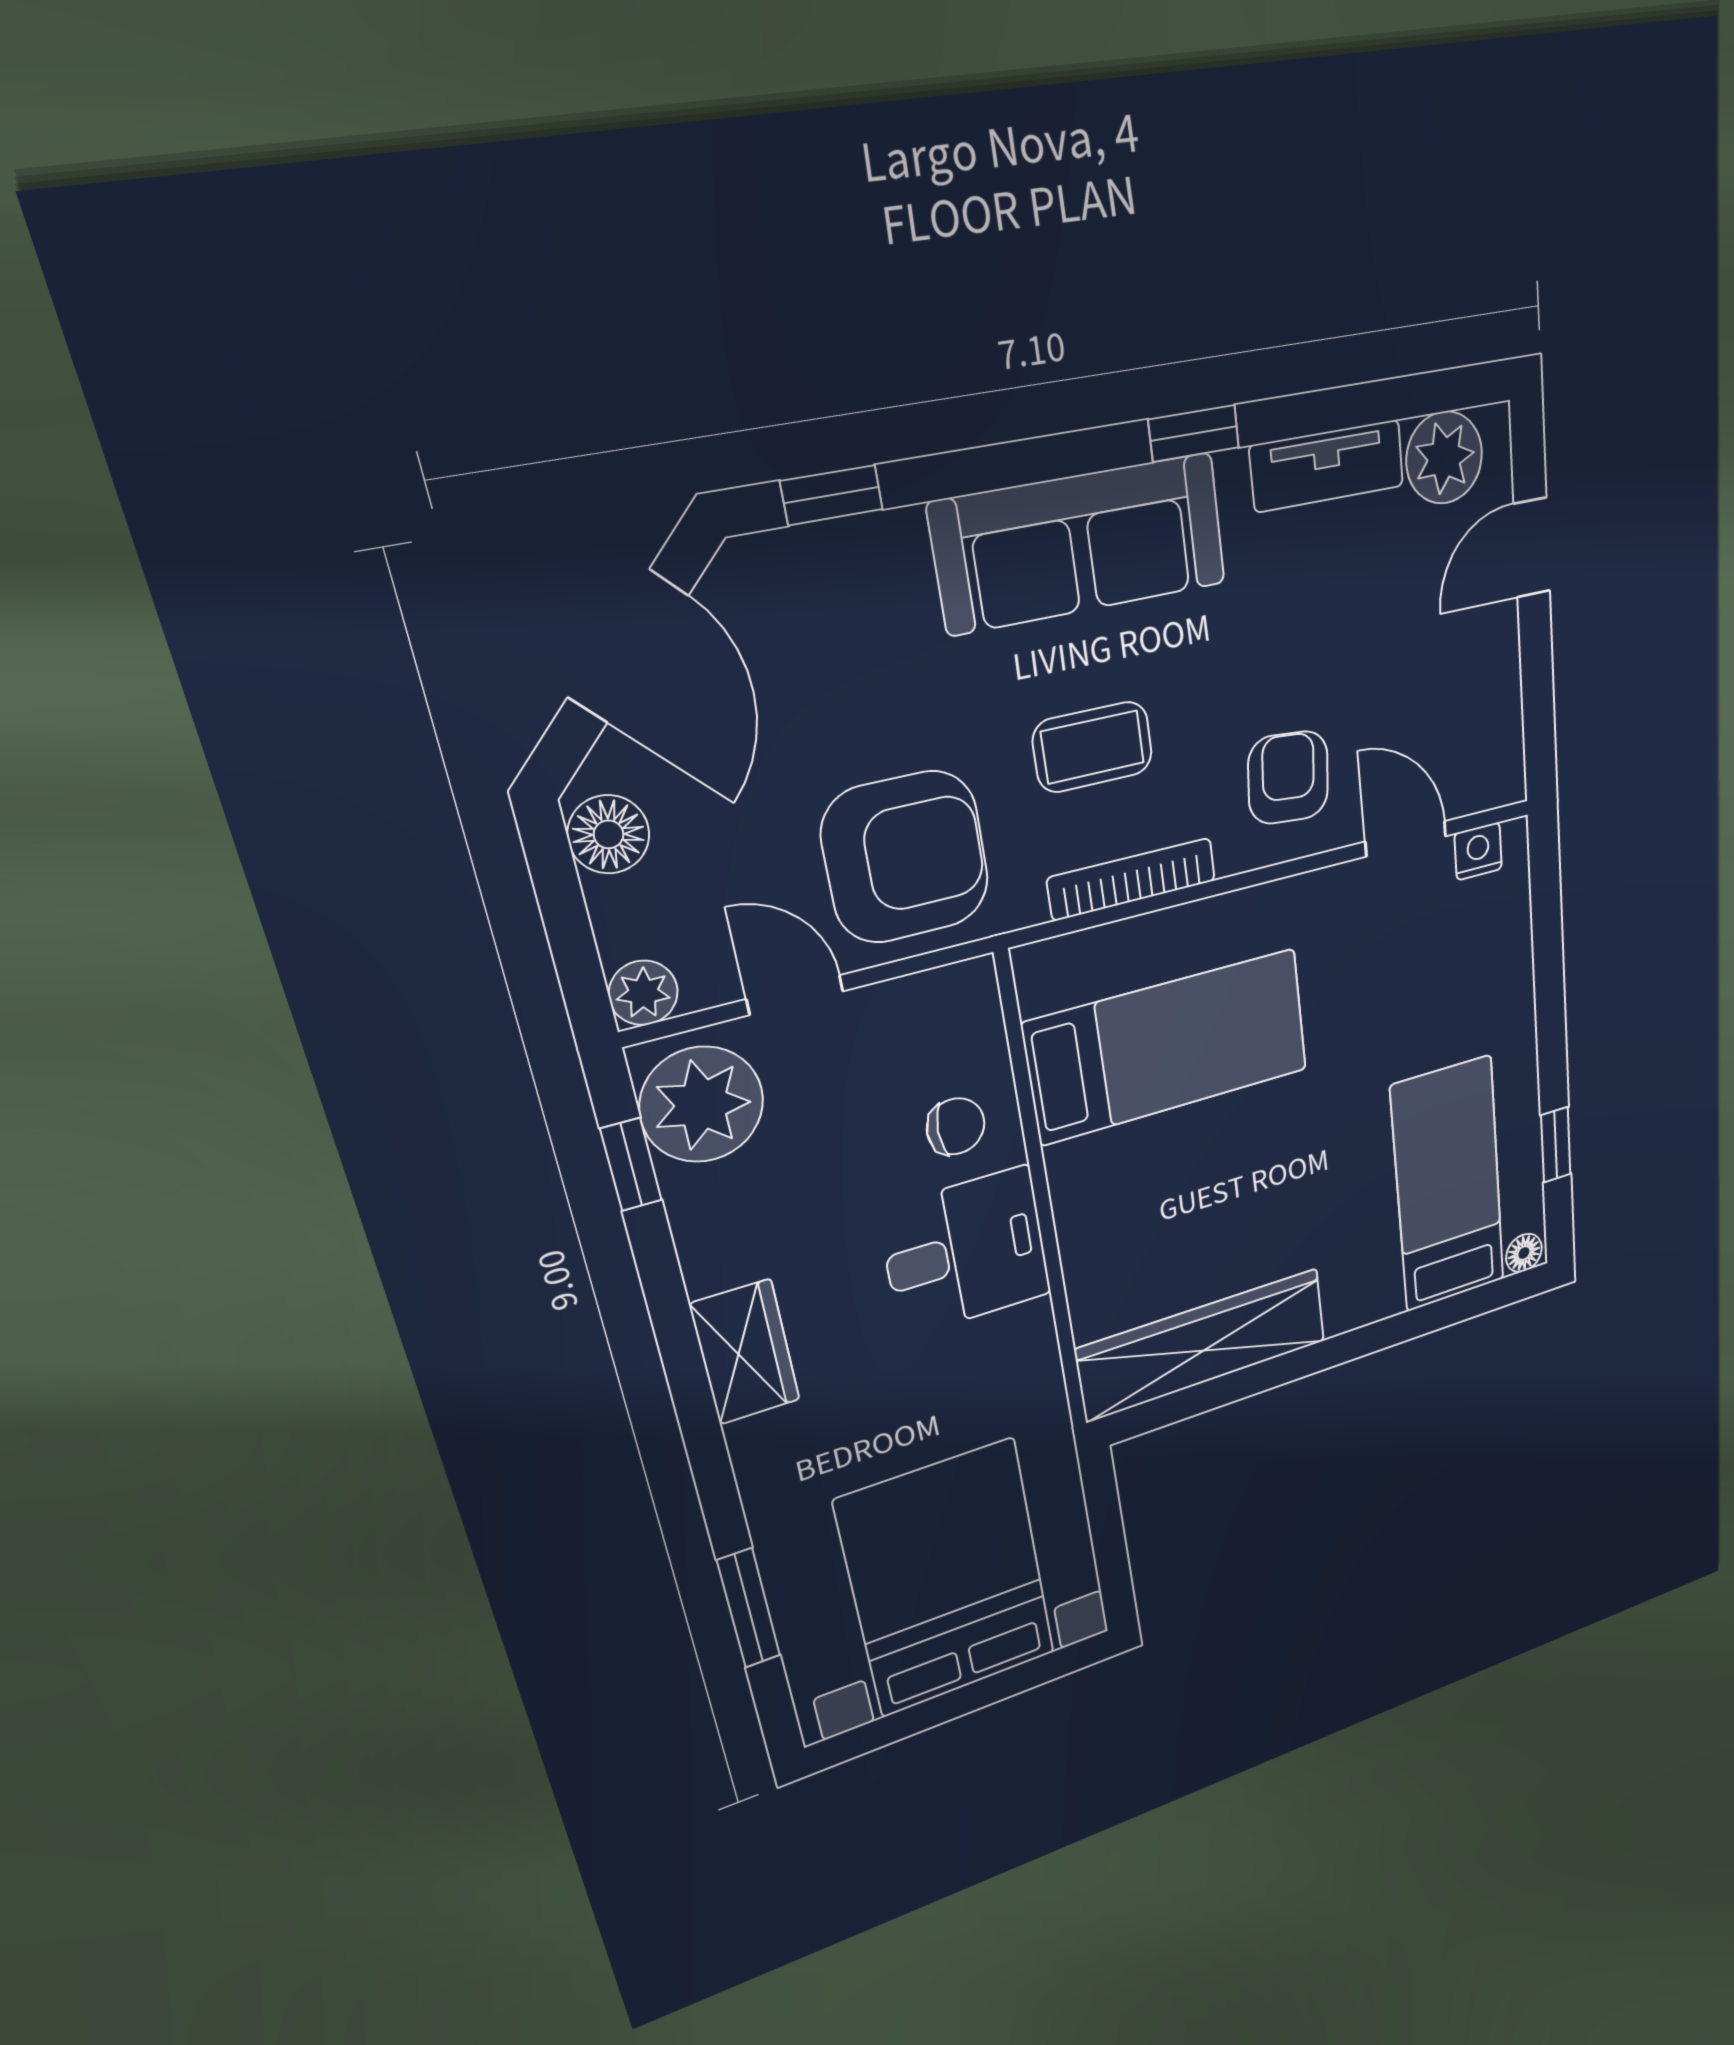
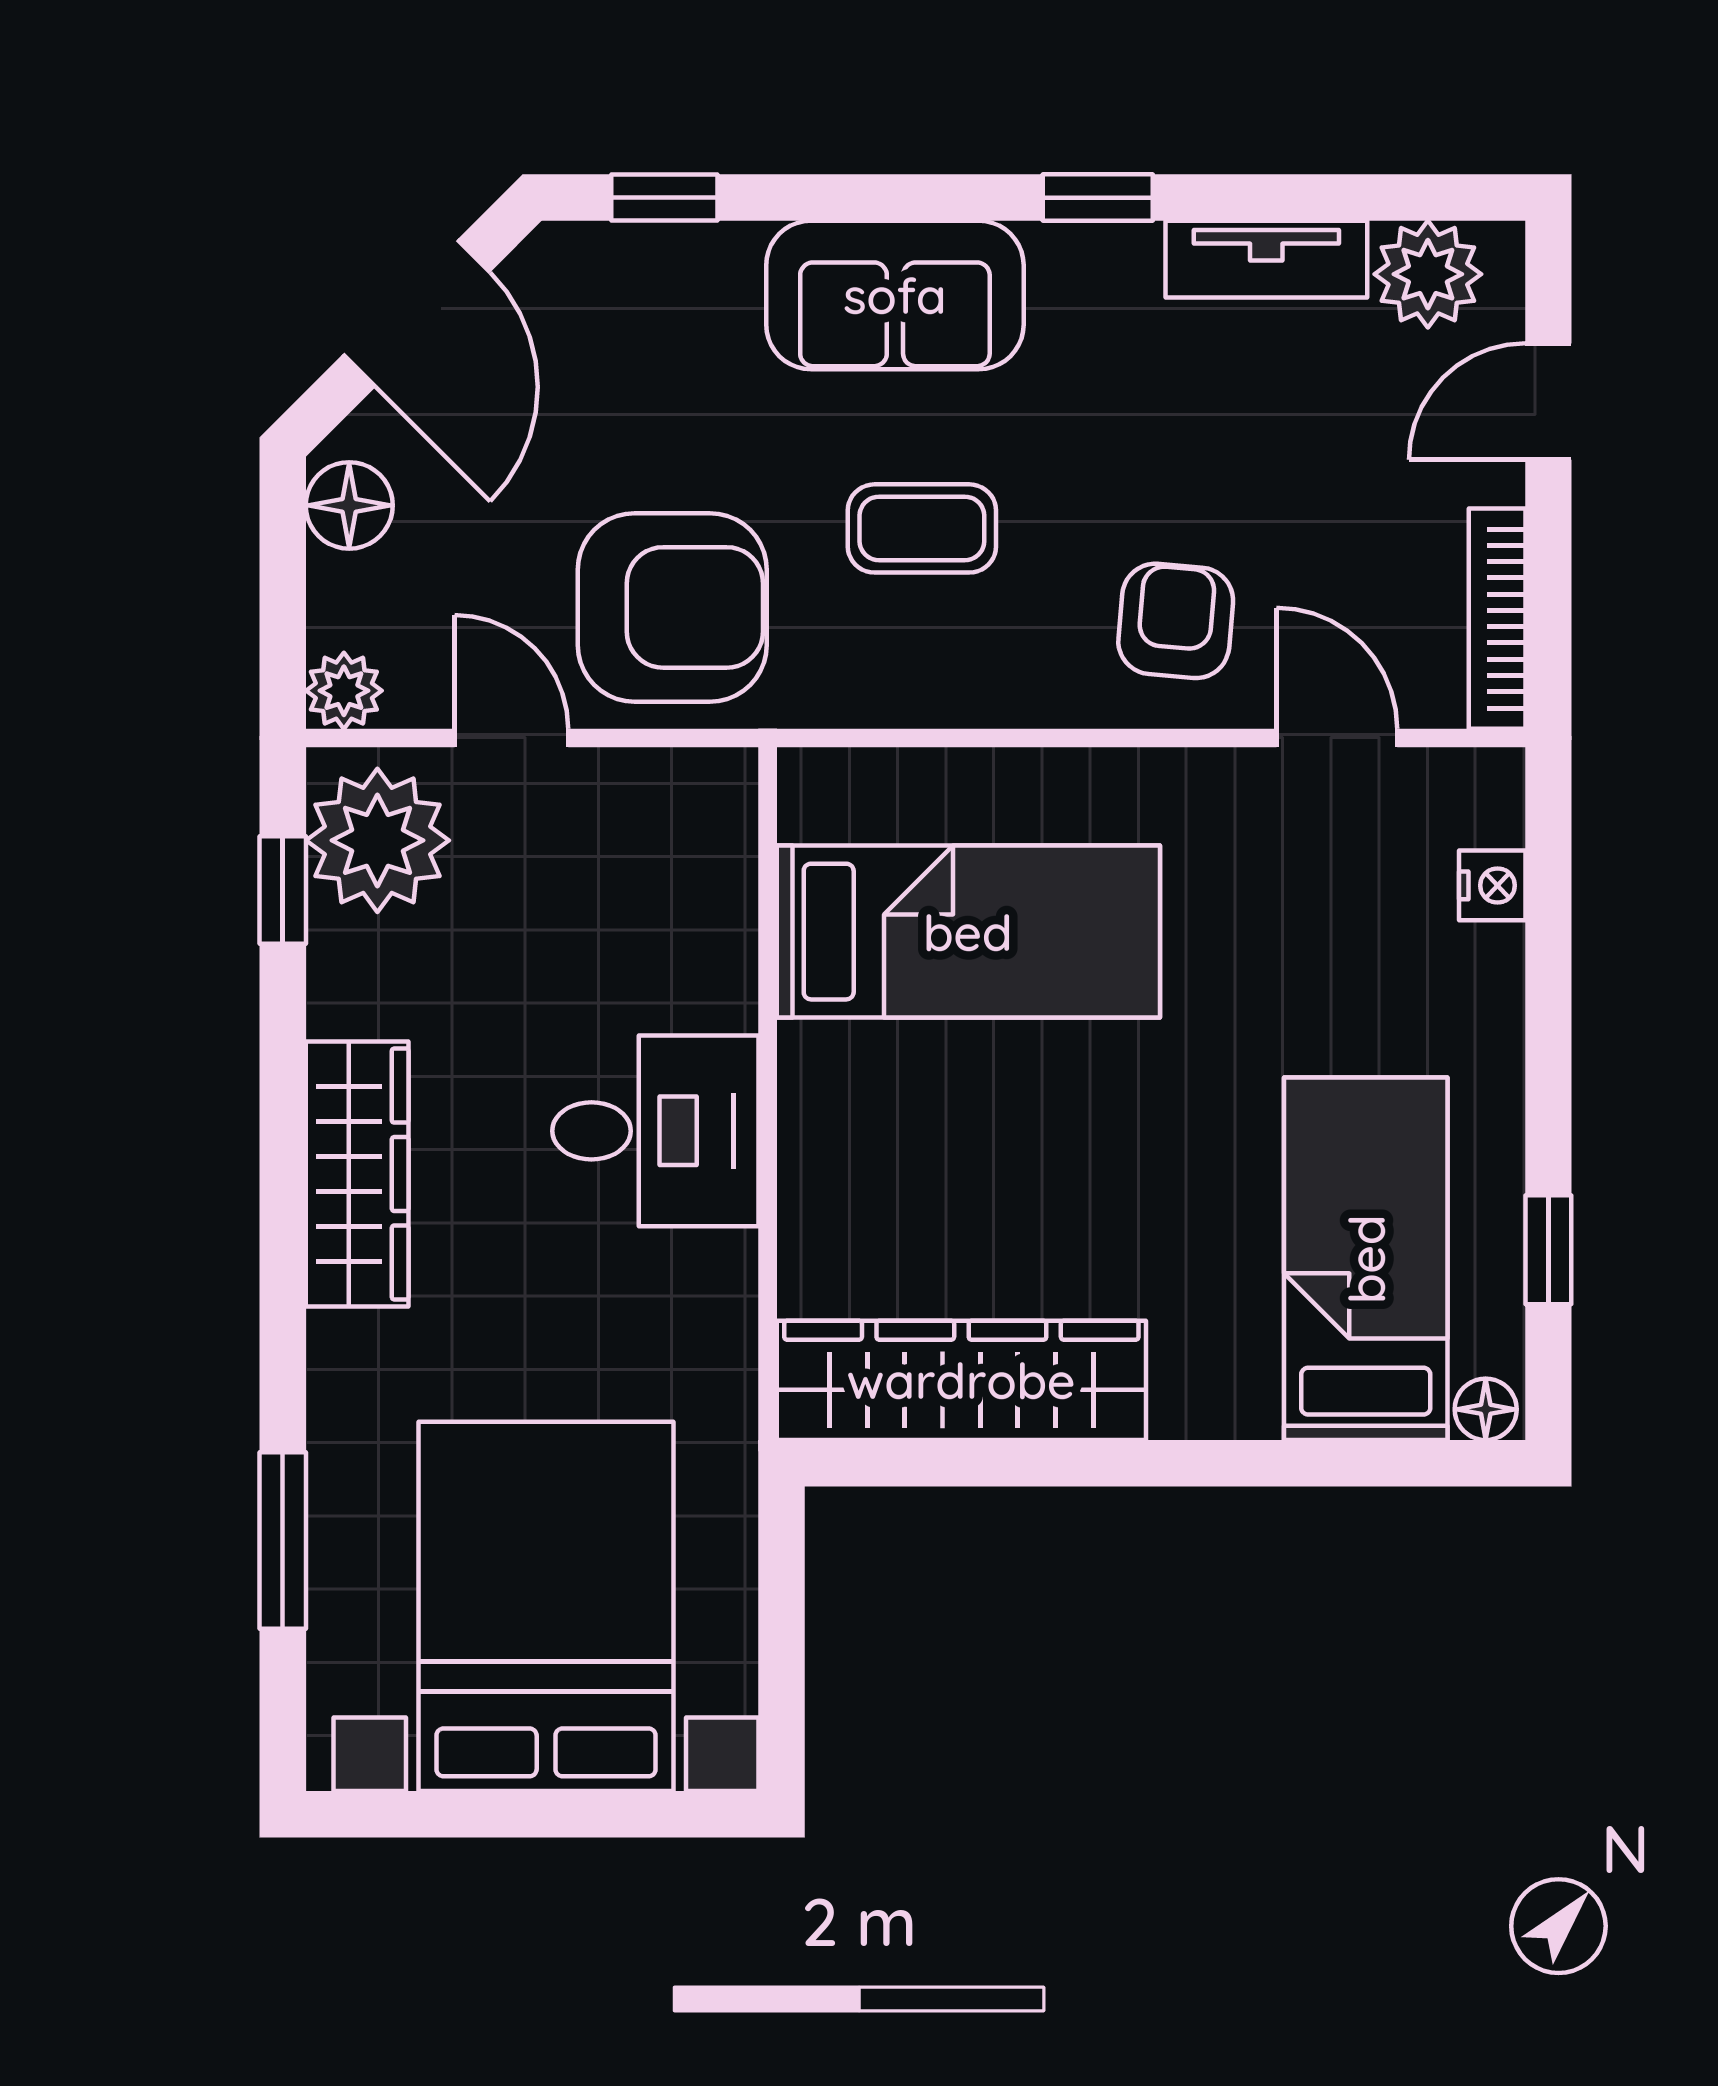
sofa: (1080, 544) -> (895, 295), width x0.73
nightstand: (1478, 851) -> (1492, 885), moved, turned 90
bookcase: (1132, 879) -> (1497, 619), moved, turned -90
chair: (956, 1126) -> (673, 957), removed
wardrobe: (745, 1352) -> (357, 1174), width x1.50

